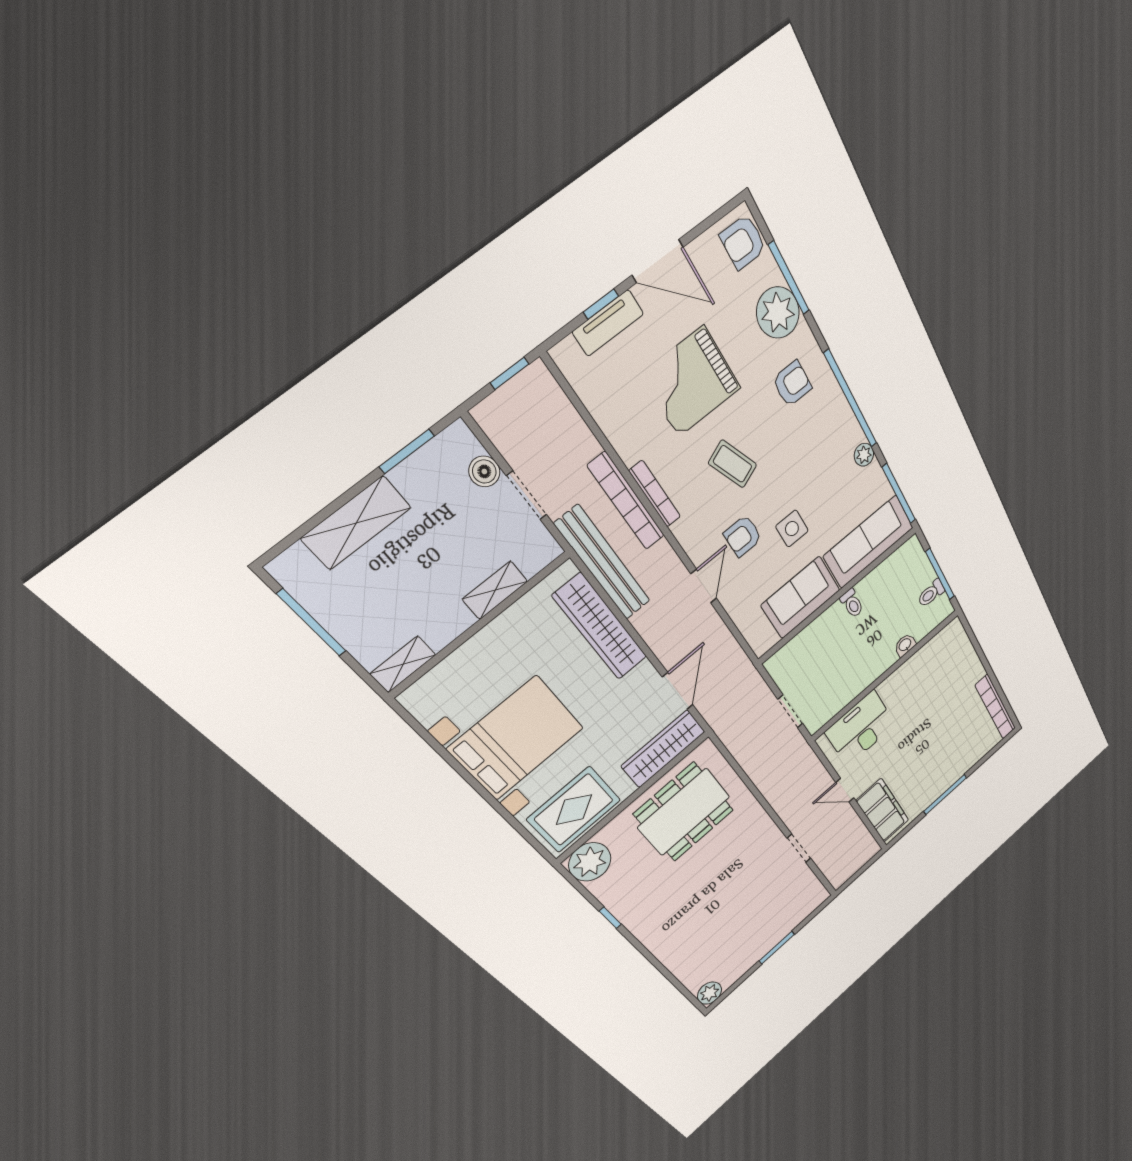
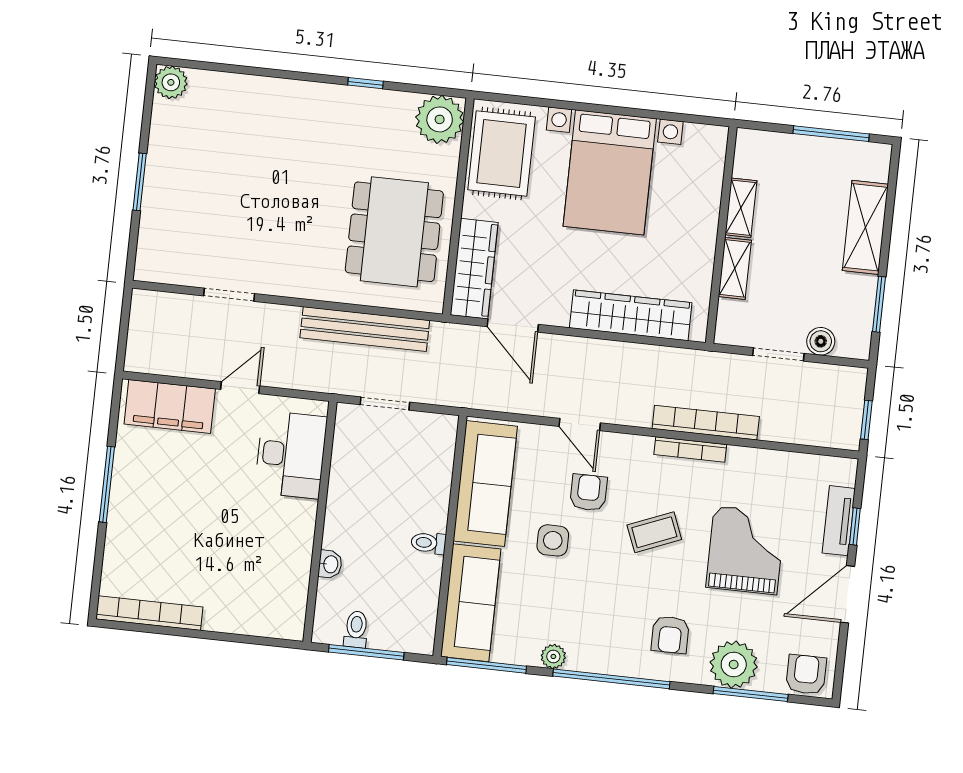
bench: (603, 563) -> (365, 329), moved
sofa: (801, 598) -> (485, 484), width x1.36
shelving: (403, 664) -> (741, 208), moved

